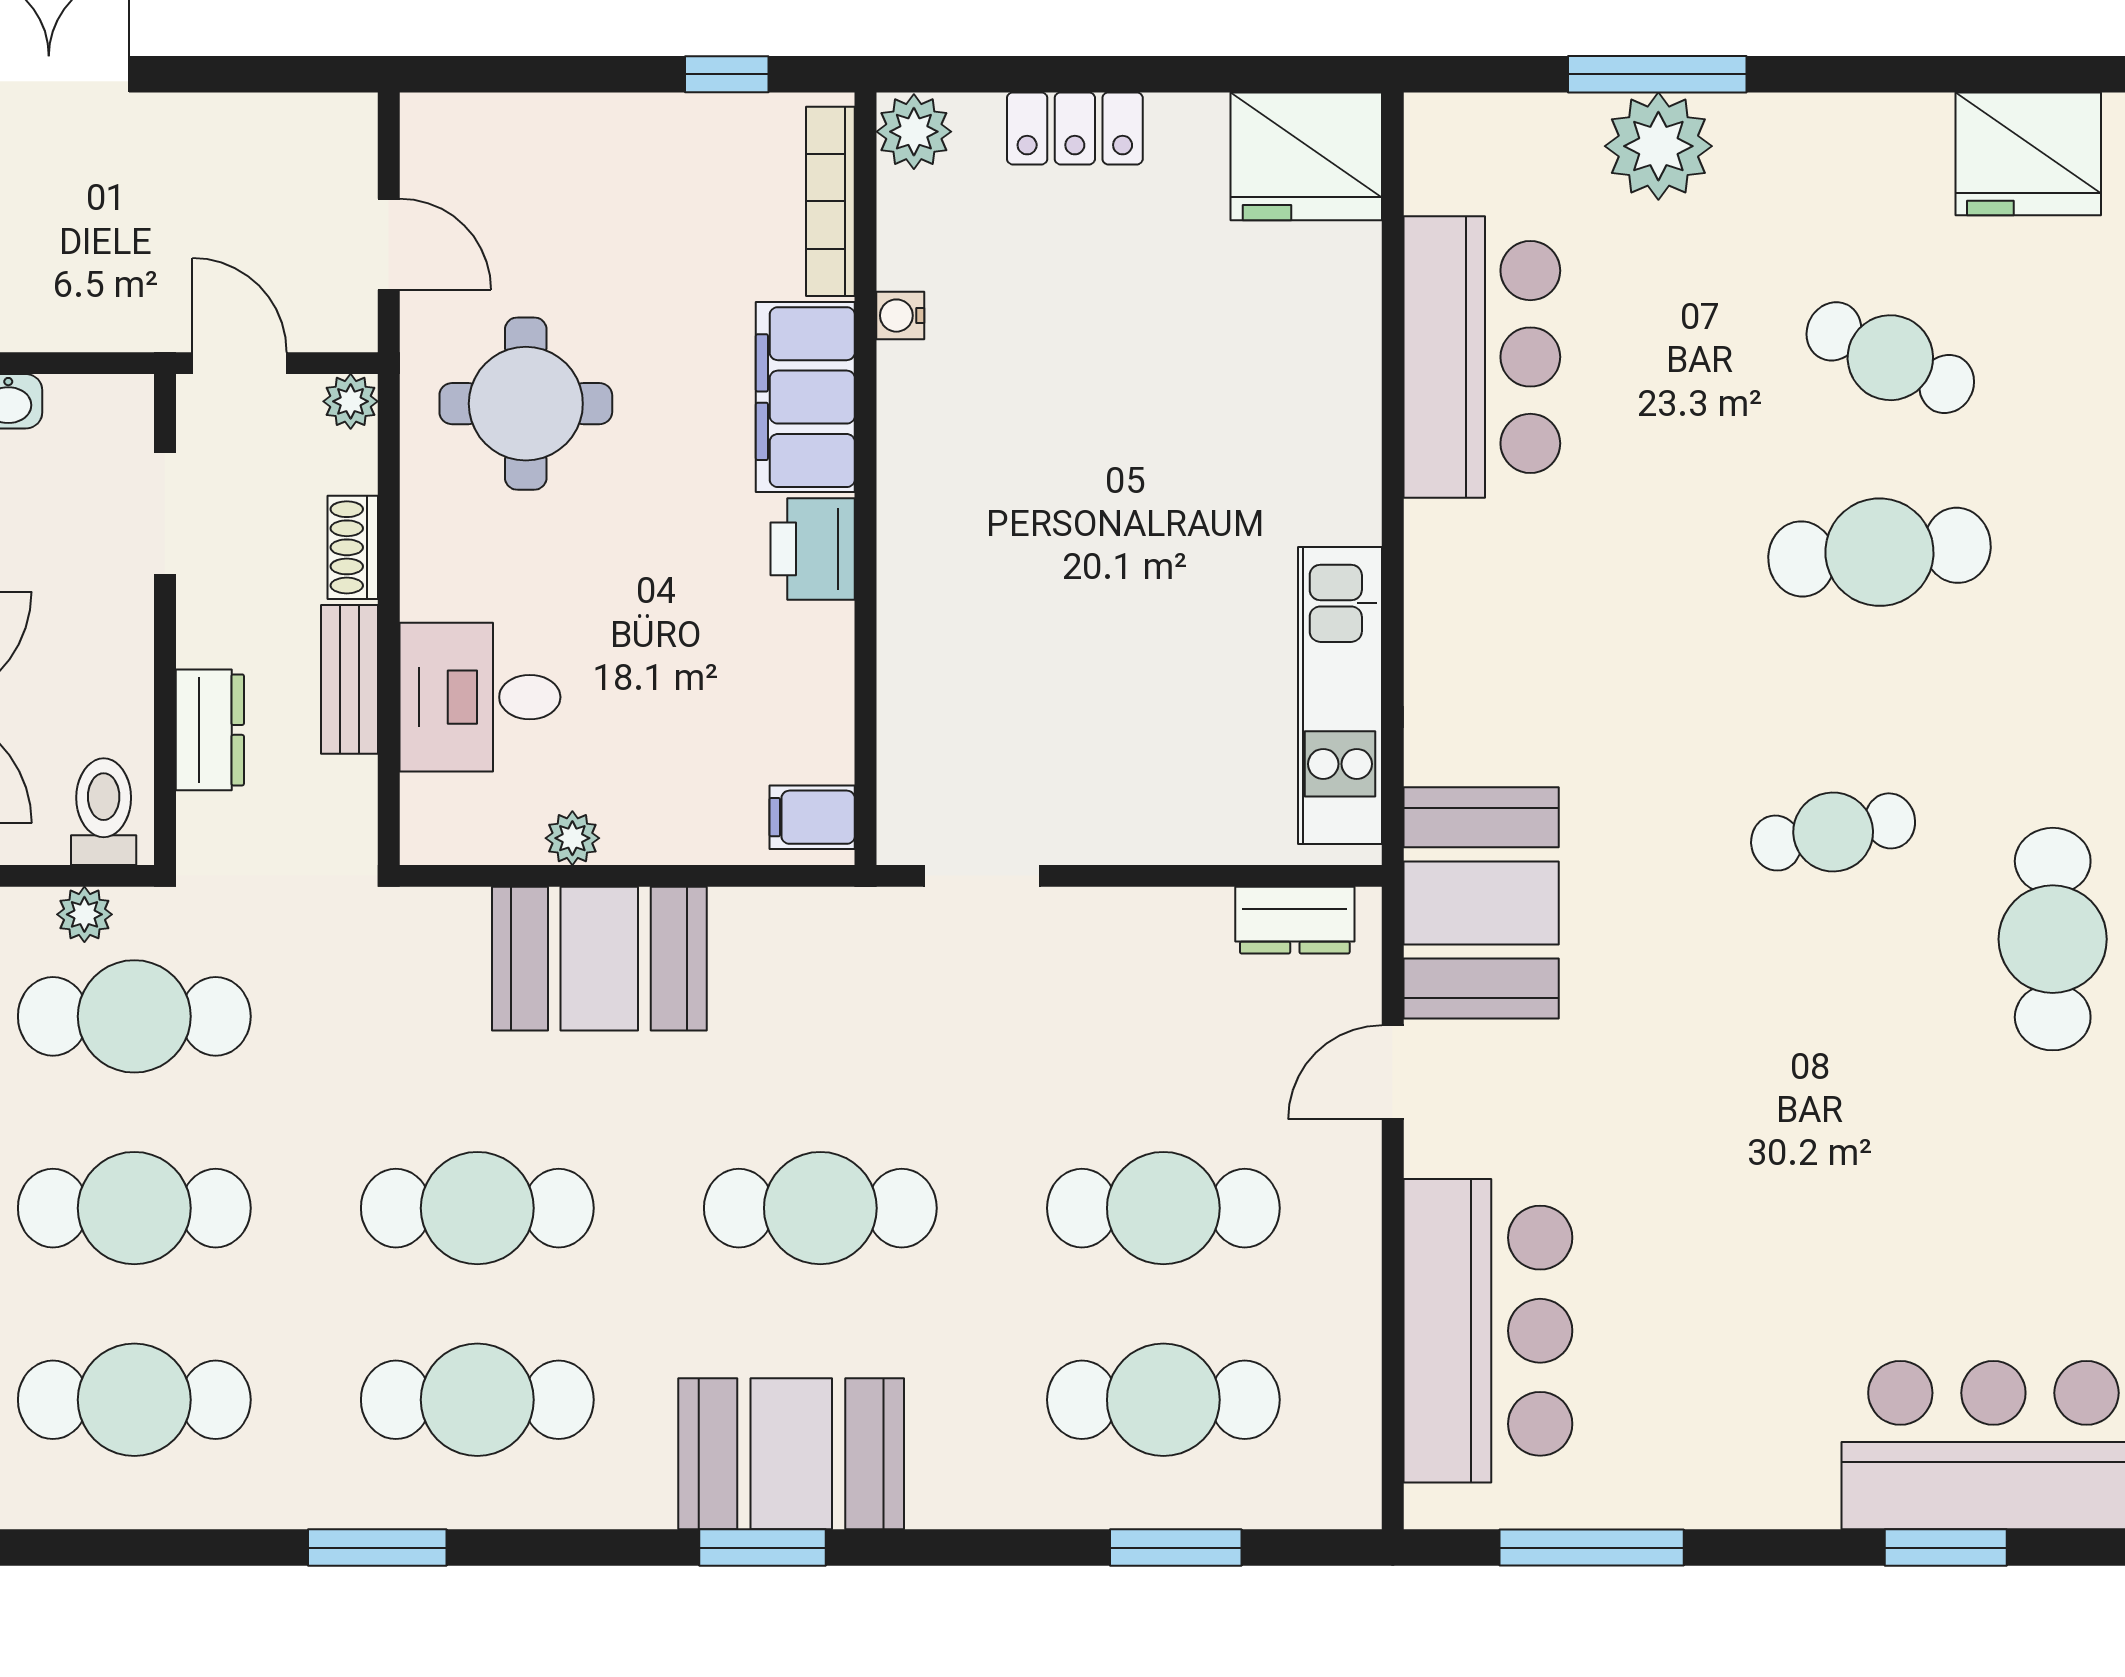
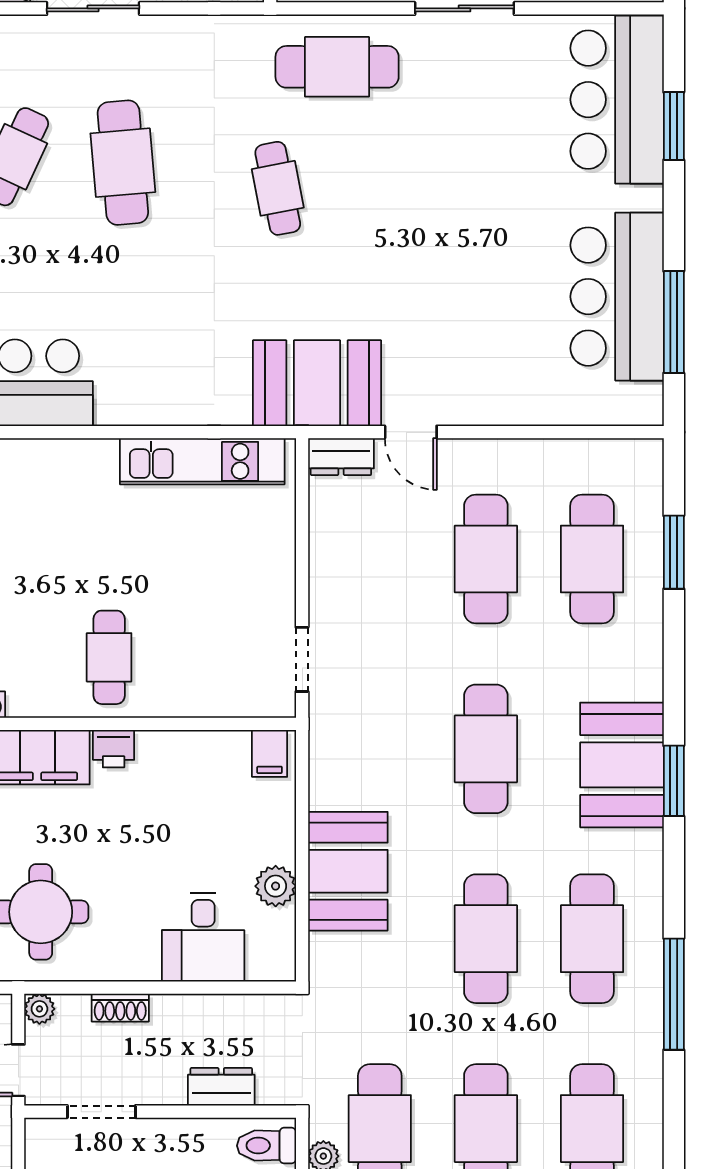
cafe table: (986, 527) -> (109, 657), added
printer: (813, 549) -> (114, 749), width x0.73, depth x0.81
bench: (350, 679) -> (193, 1009), removed
plant: (572, 838) -> (276, 886), width x1.38, depth x1.38
dresser: (1295, 920) -> (341, 457), moved, turned 90
bar counter: (1488, 1331) -> (617, 297), moved, turned -90
window: (377, 1548) -> (674, 994), width x1.44

